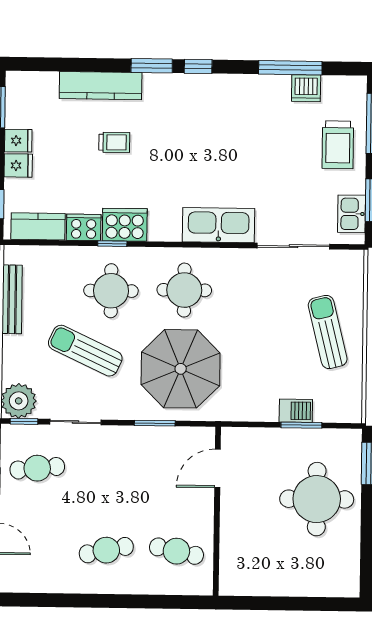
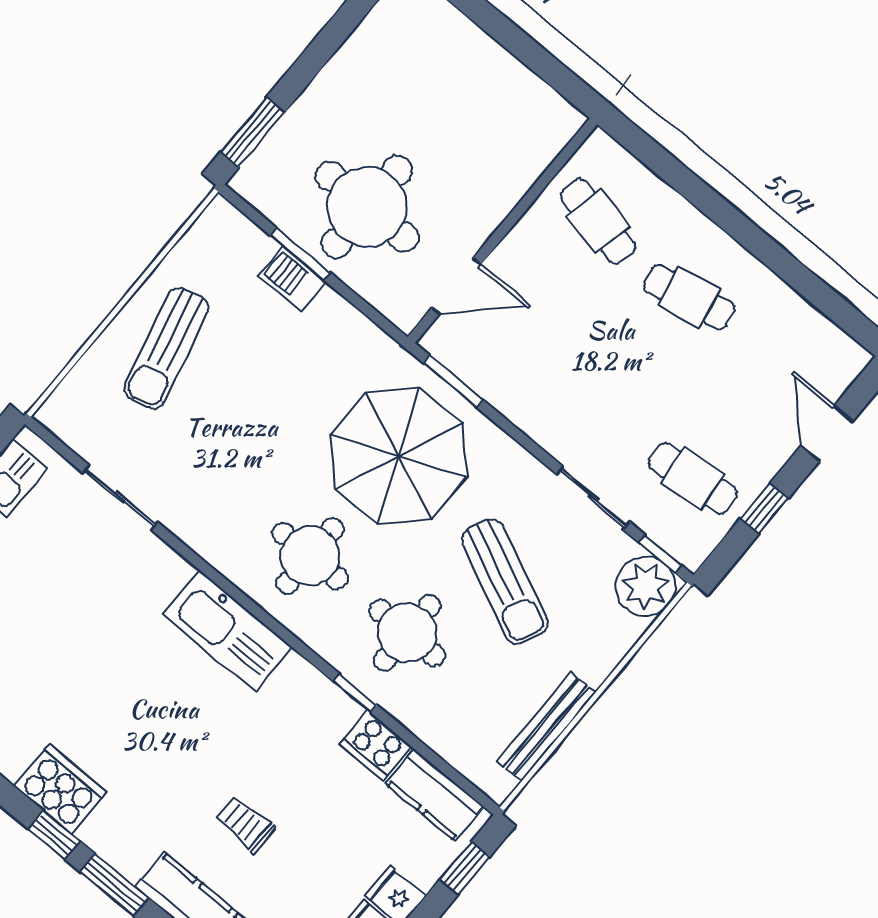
cooker: (125, 225) -> (60, 789), moved, turned 180
kitchen sink: (219, 225) -> (227, 631), moved
sliding door: (293, 246) -> (120, 497), width x0.73
window: (155, 423) -> (453, 381), moved
round table: (317, 499) -> (367, 207), moved

